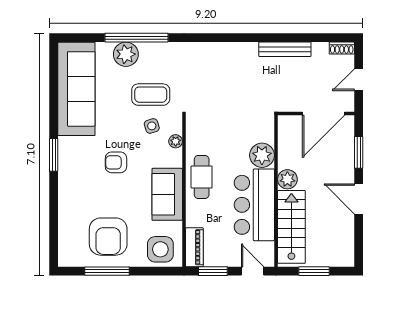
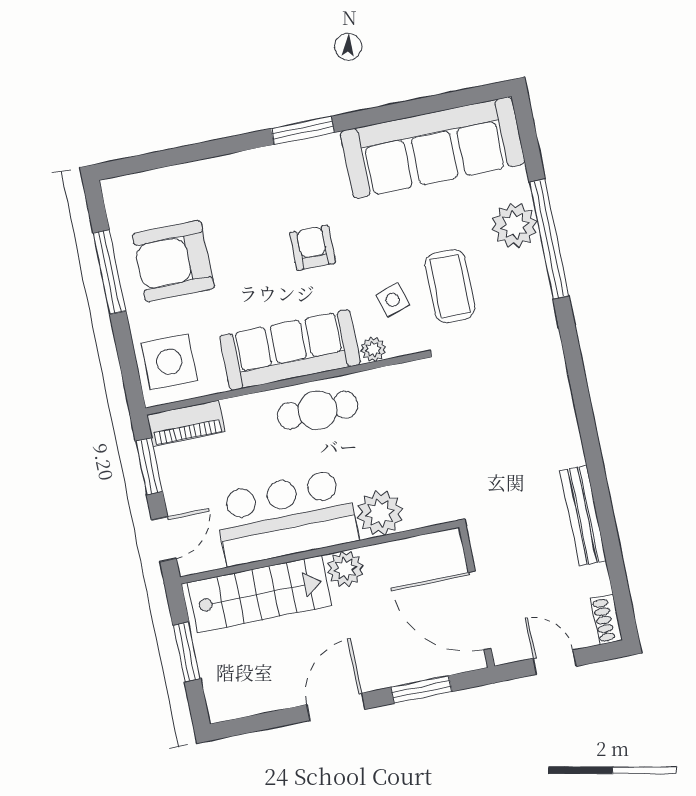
sofa: (167, 194) -> (290, 350), width x1.36

